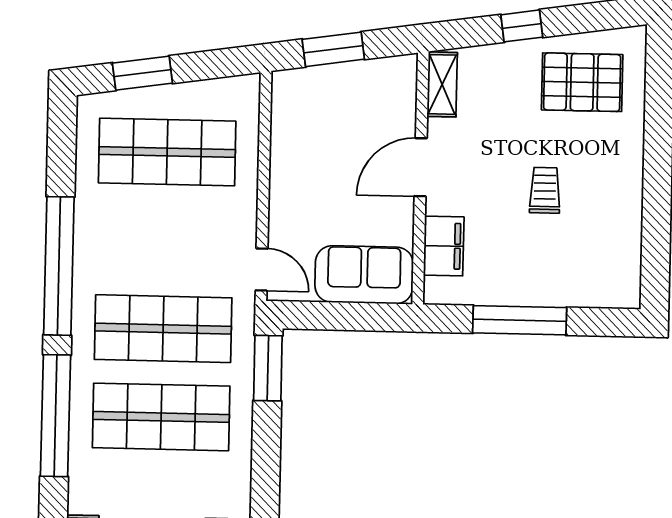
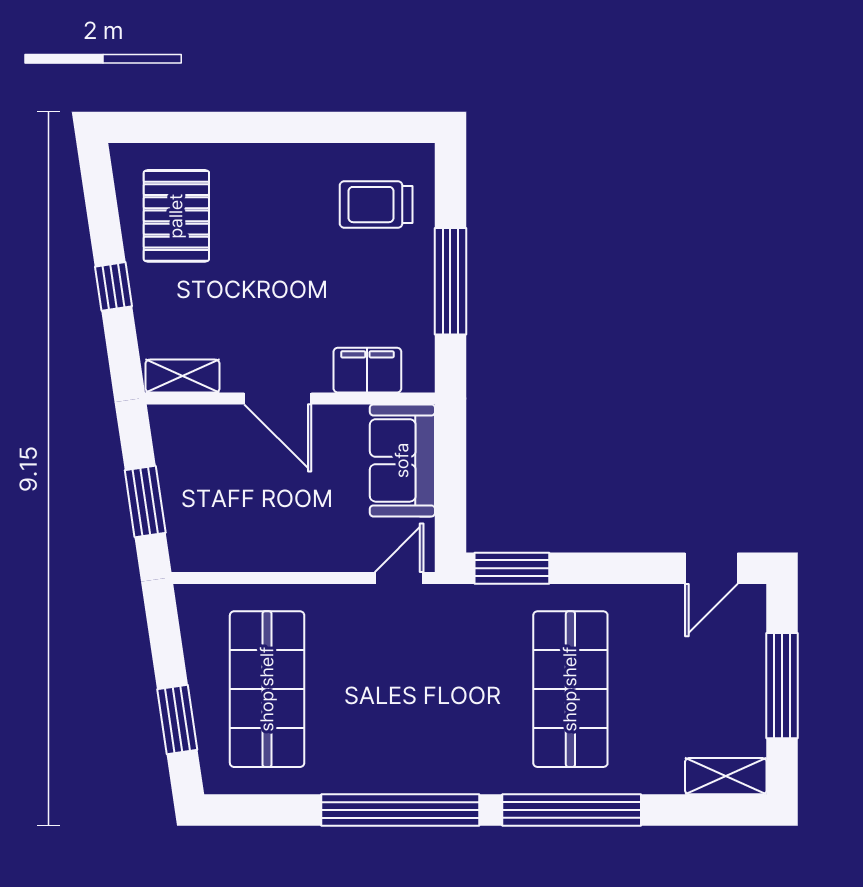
trolley: (545, 190) -> (376, 205), moved, width x1.36, depth x1.39
shop shelf: (163, 329) -> (469, 689), removed

